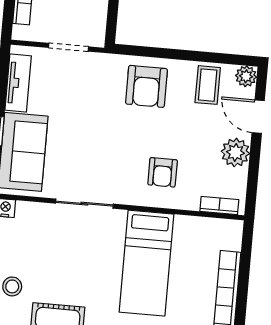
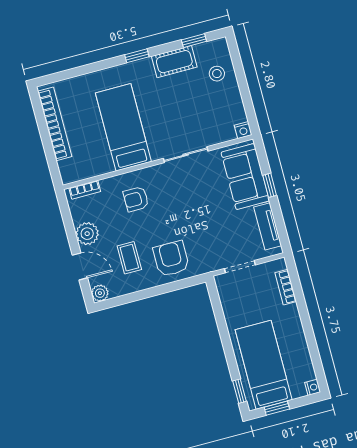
coffee table: (208, 85) -> (129, 258), moved
armchair: (163, 172) -> (136, 199), turned -90

